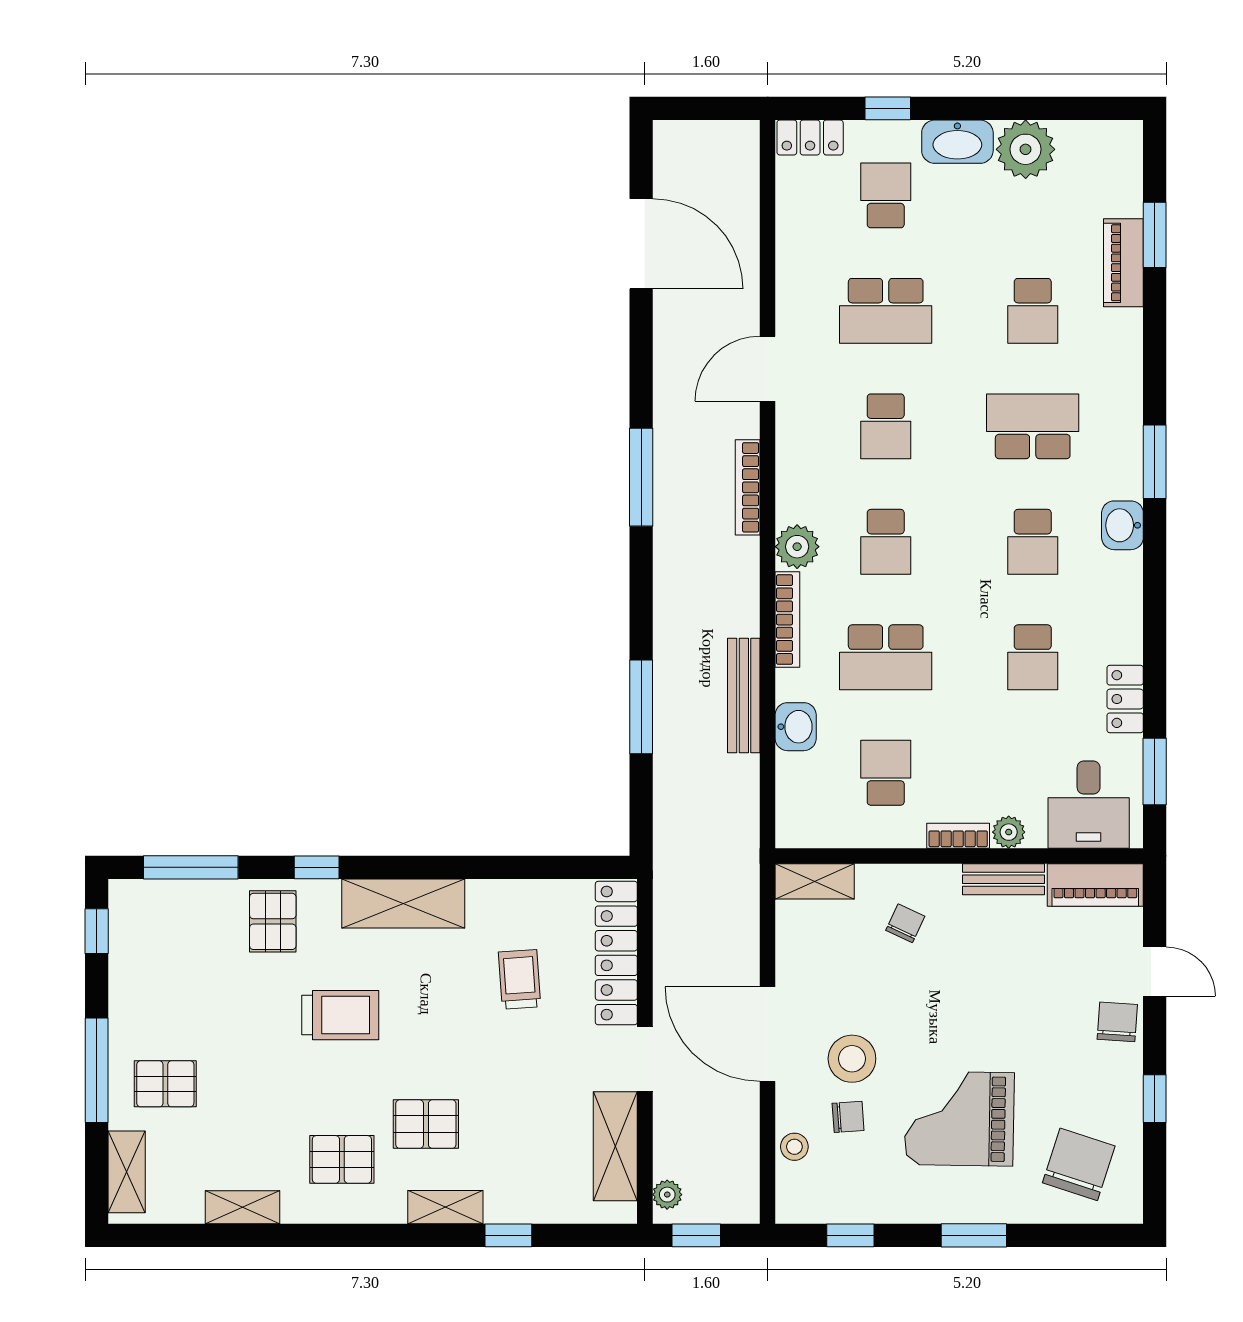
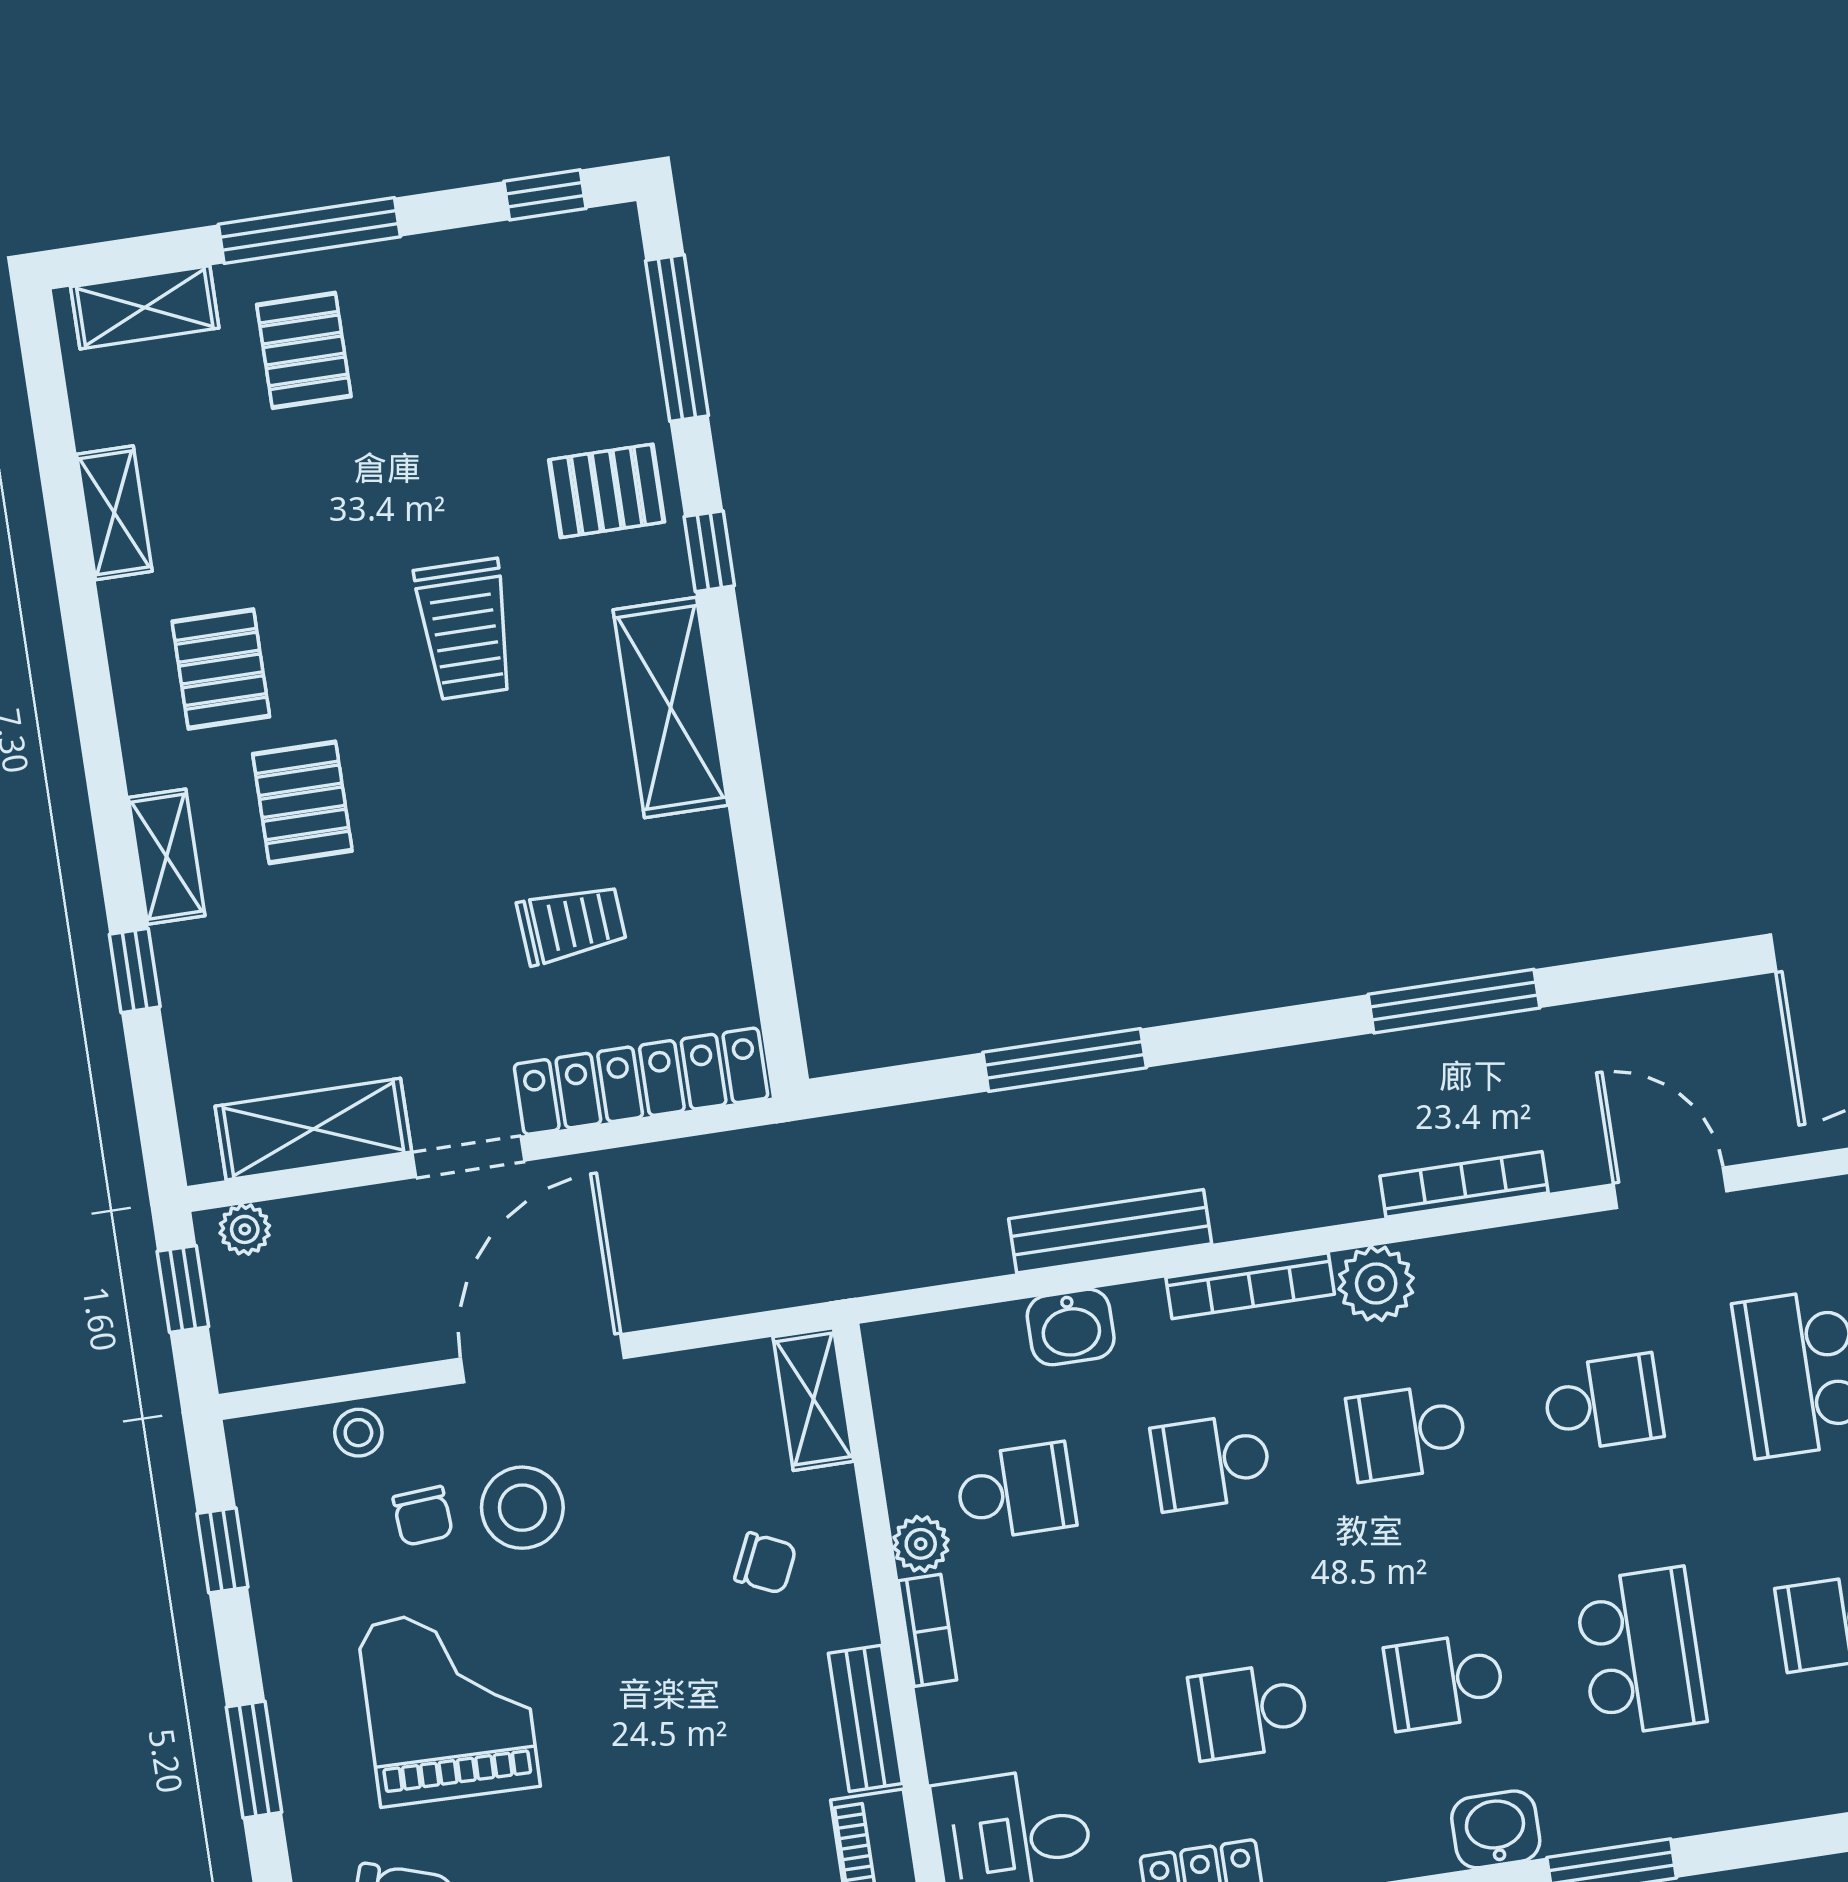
school desk: (886, 426) -> (1603, 1403), turned 180
school desk: (886, 657) -> (1211, 1462), width x0.54
plant: (1009, 832) -> (921, 1544), moved

